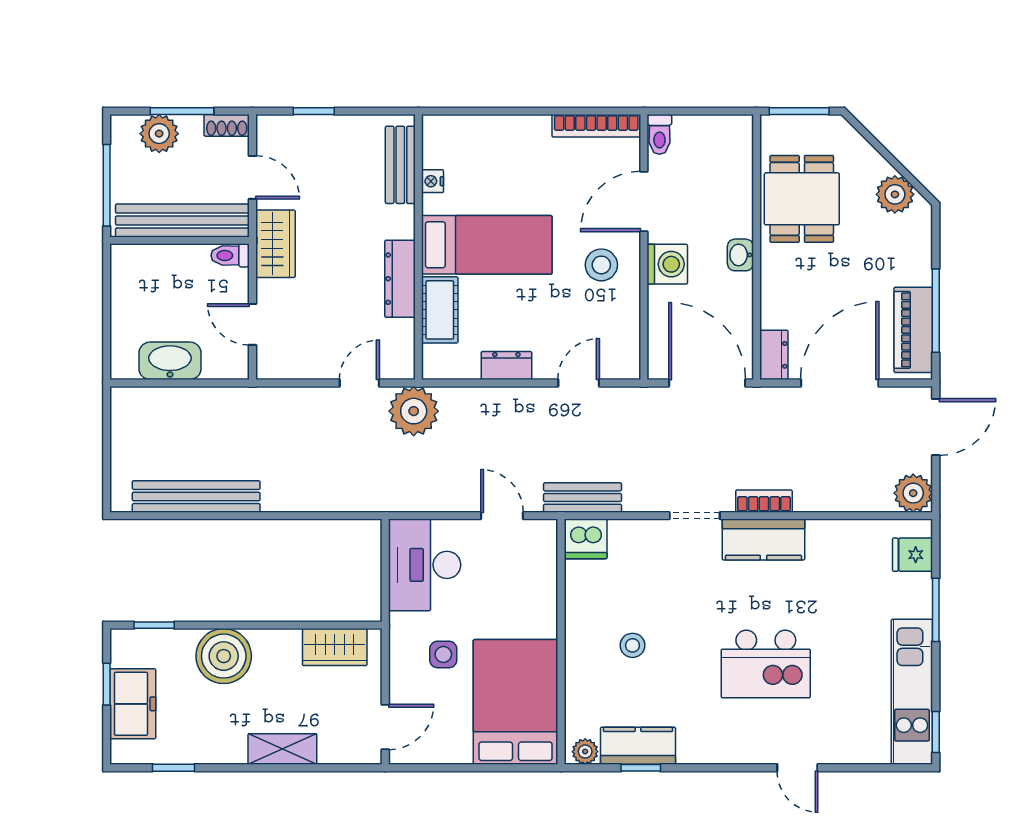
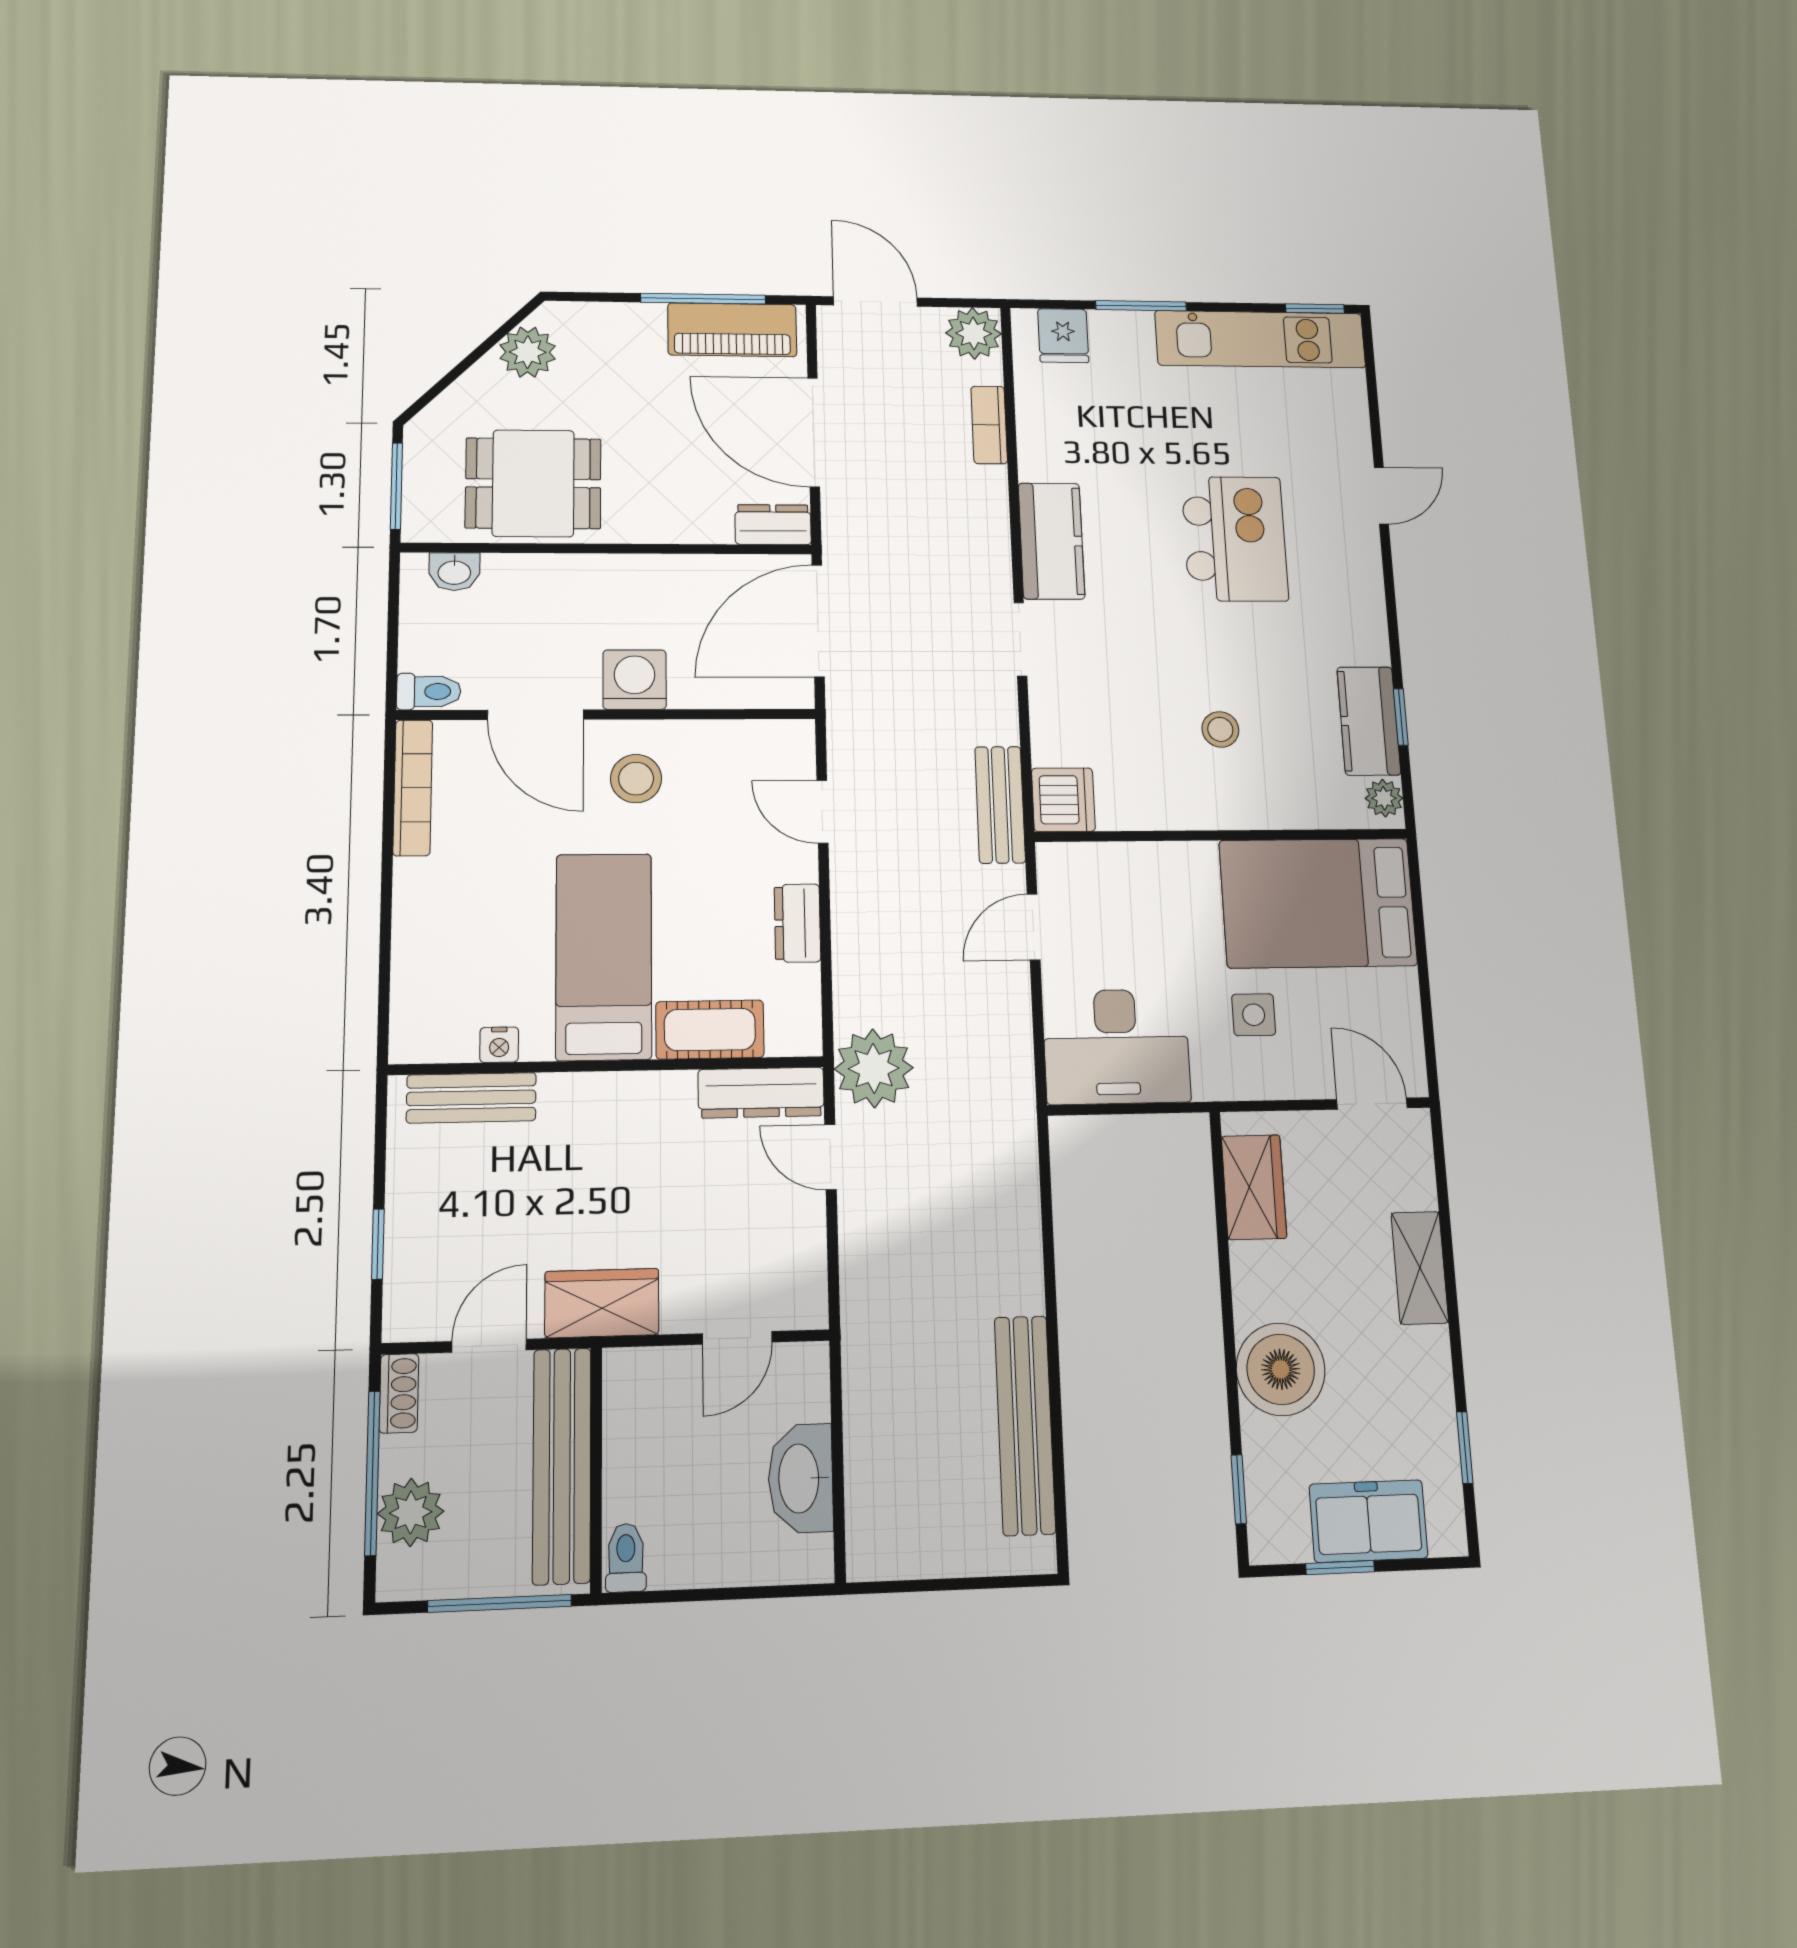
window: (182, 111) -> (372, 1473), width x1.44
toilet: (230, 255) -> (626, 1558), moved, turned 180
washbasin: (740, 255) -> (454, 572), moved
dresser: (400, 279) -> (761, 1093), moved
bookcase: (764, 501) -> (989, 425), moved

